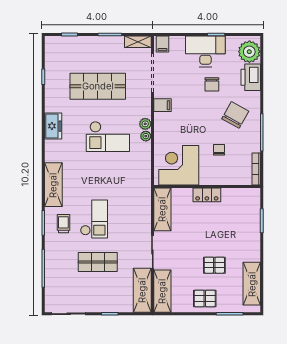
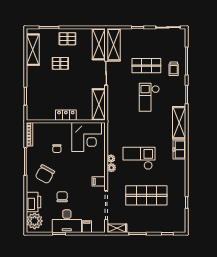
filing cabinet: (162, 44) -> (87, 227), moved
freezer: (53, 126) -> (179, 150), moved
trolley: (63, 224) -> (174, 69), moved

